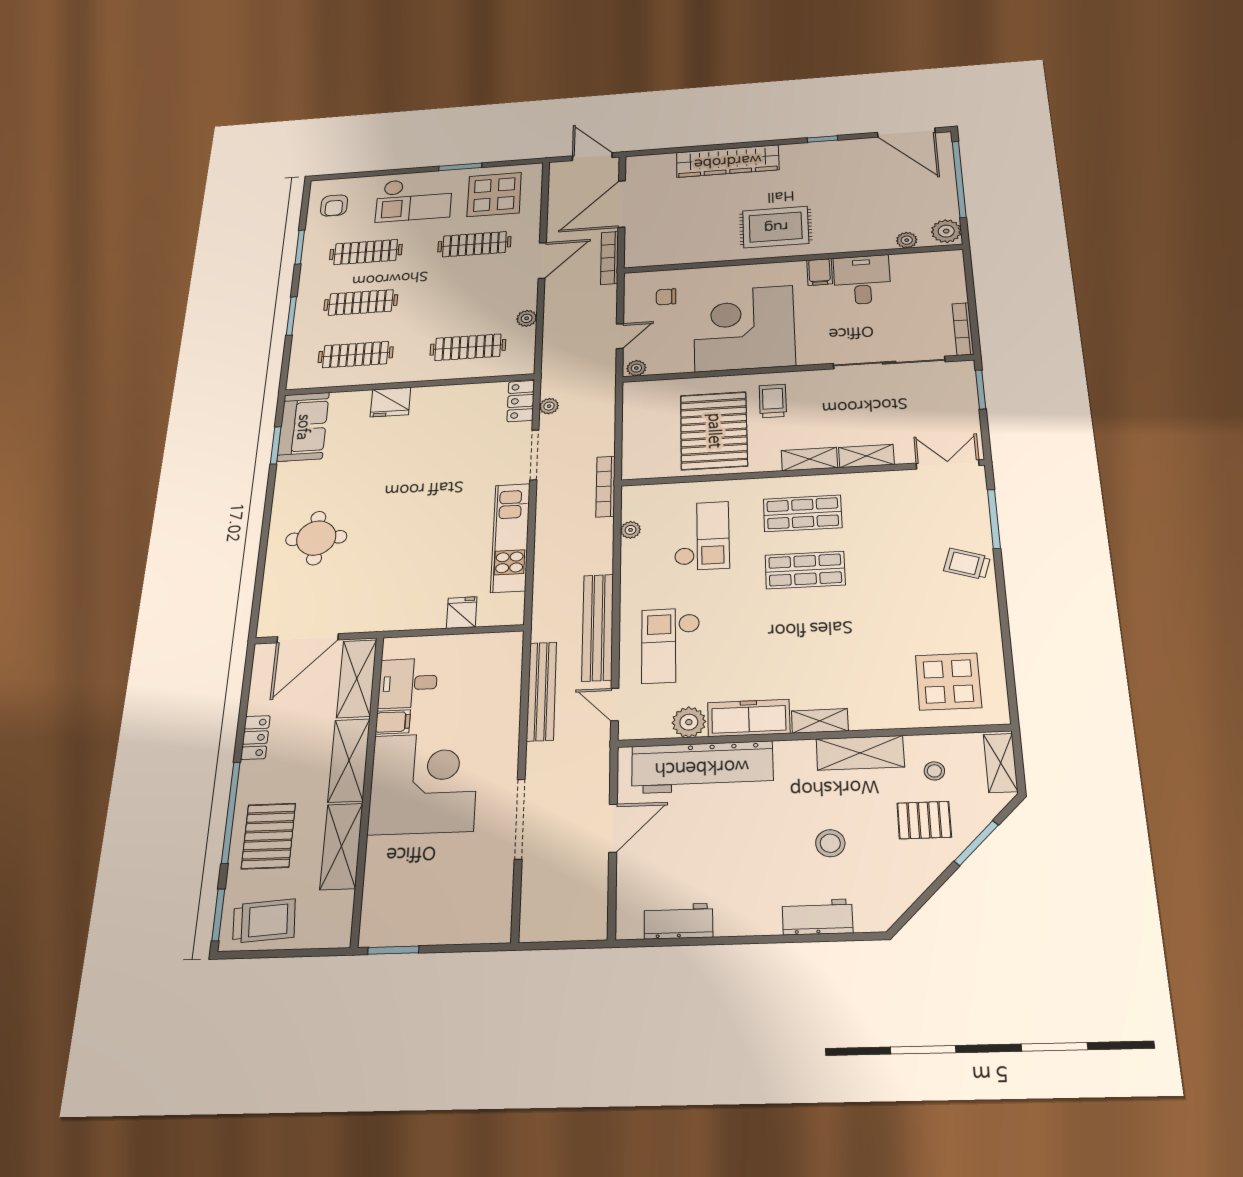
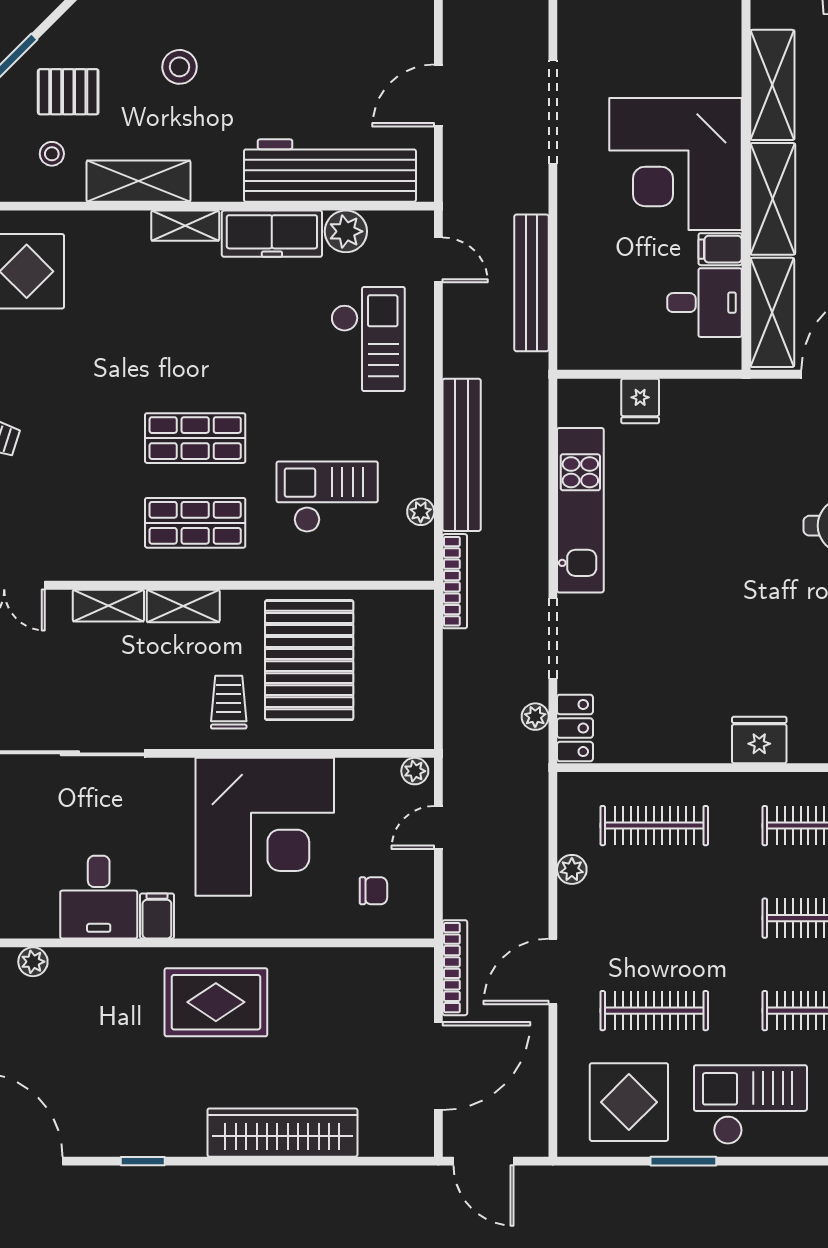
trolley: (773, 401) -> (229, 702), turned 180
checkout: (702, 536) -> (327, 497), turned 90
bench: (598, 627) -> (462, 455), moved

